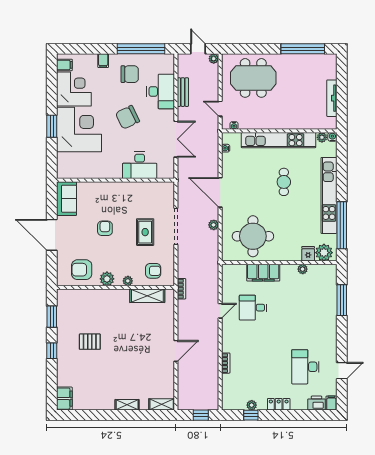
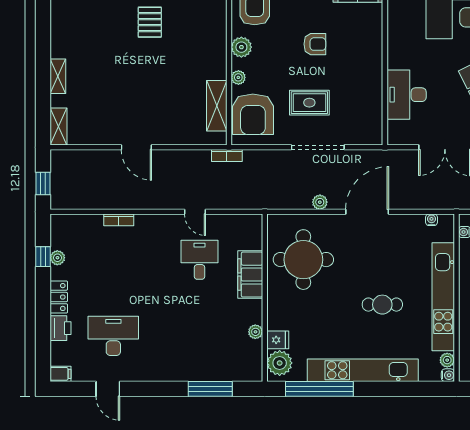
armchair: (153, 271) -> (253, 114), width x1.88, depth x1.88
printer: (317, 403) -> (61, 328), moved

